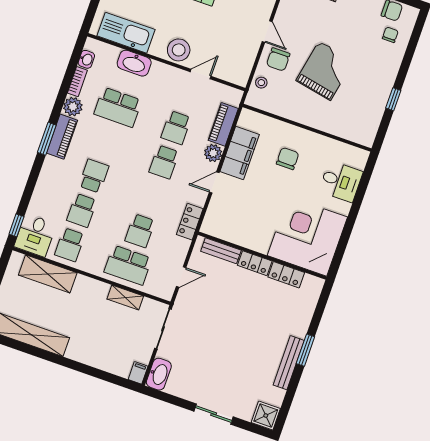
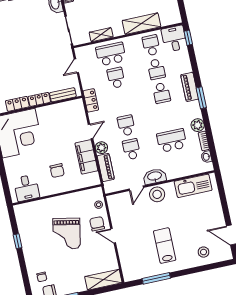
washbasin: (134, 63) -> (155, 176), moved
piano: (62, 137) -> (190, 87), moved
desk: (341, 181) -> (27, 188), moved, turned -90
school desk: (82, 210) -> (156, 69), turned 180
shelving: (48, 274) -> (141, 24), moved

